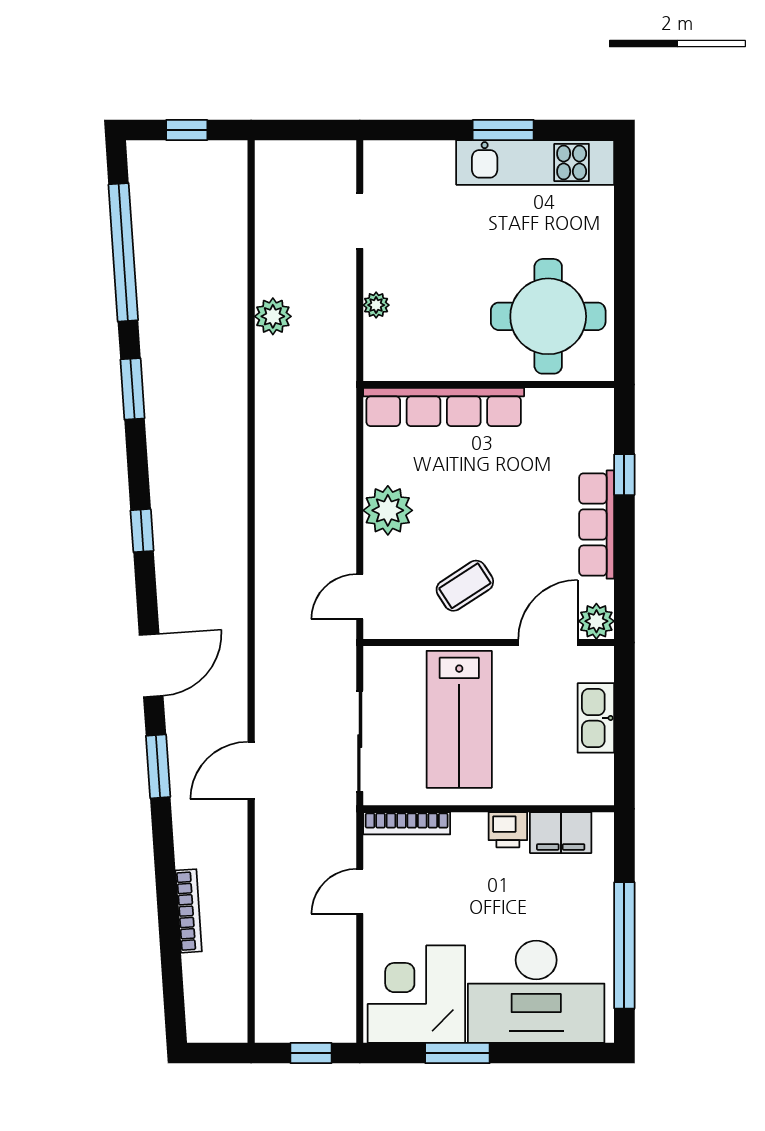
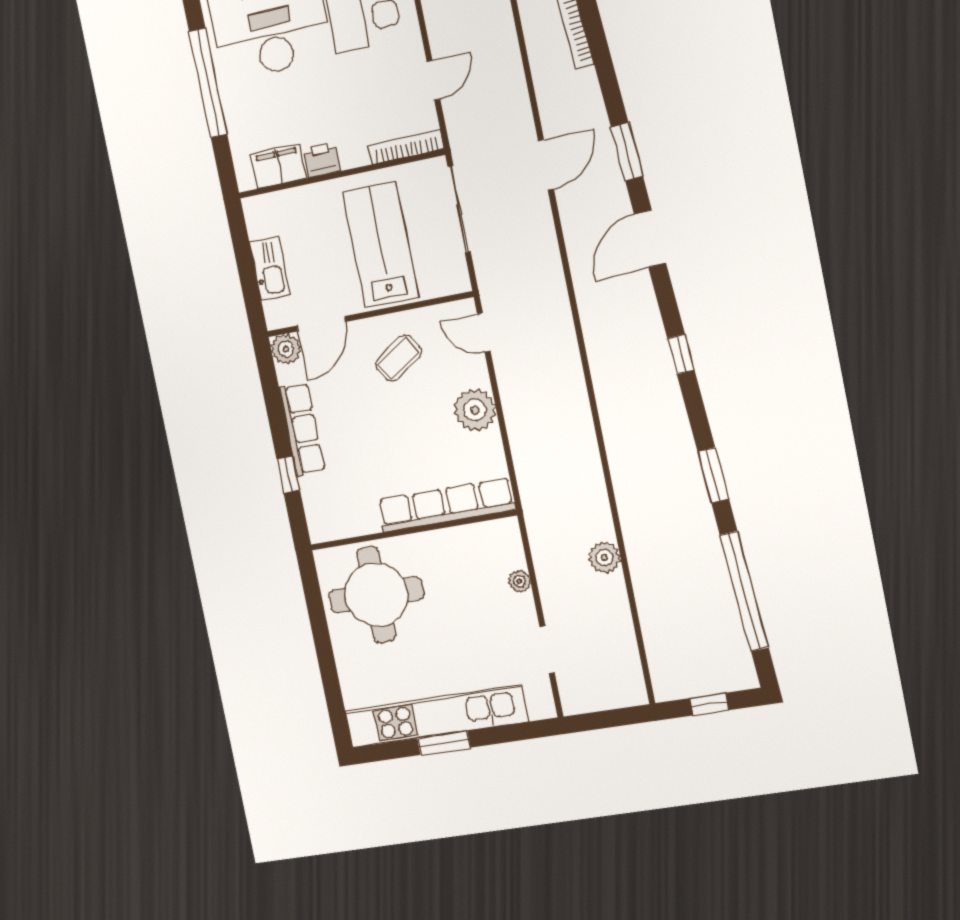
kitchen unit: (535, 162) -> (436, 716), width x1.36
door: (360, 597) -> (484, 332), swing flipped

